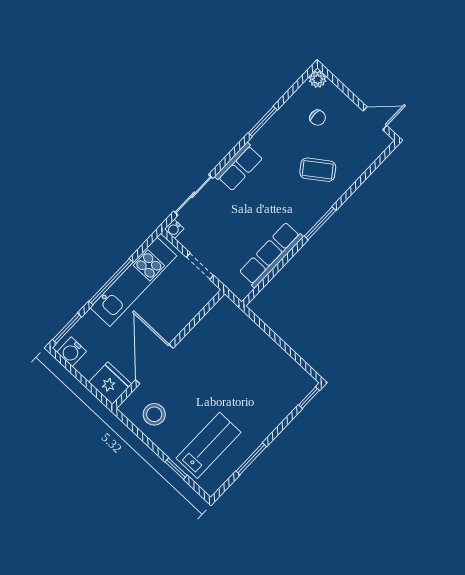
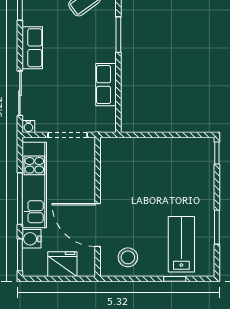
row of seats: (271, 255) -> (106, 85), width x0.68
doorway: (200, 266) -> (68, 135), width x1.38
water cooler: (72, 352) -> (32, 239), moved, turned 90
fridge: (110, 383) -> (62, 264), moved

